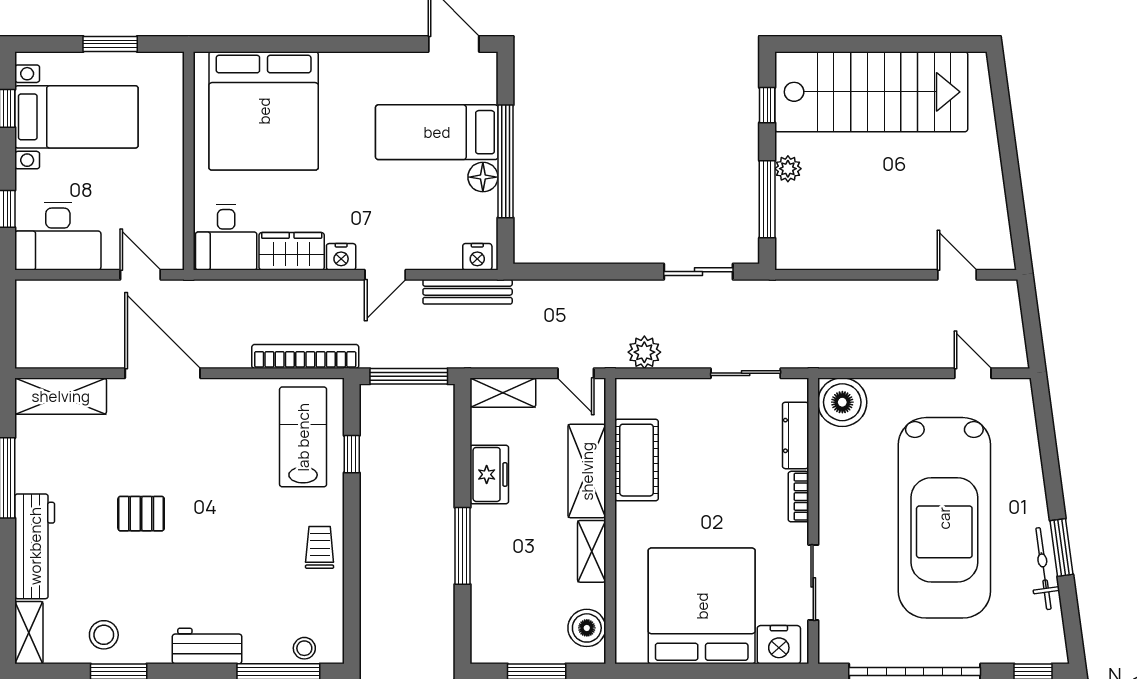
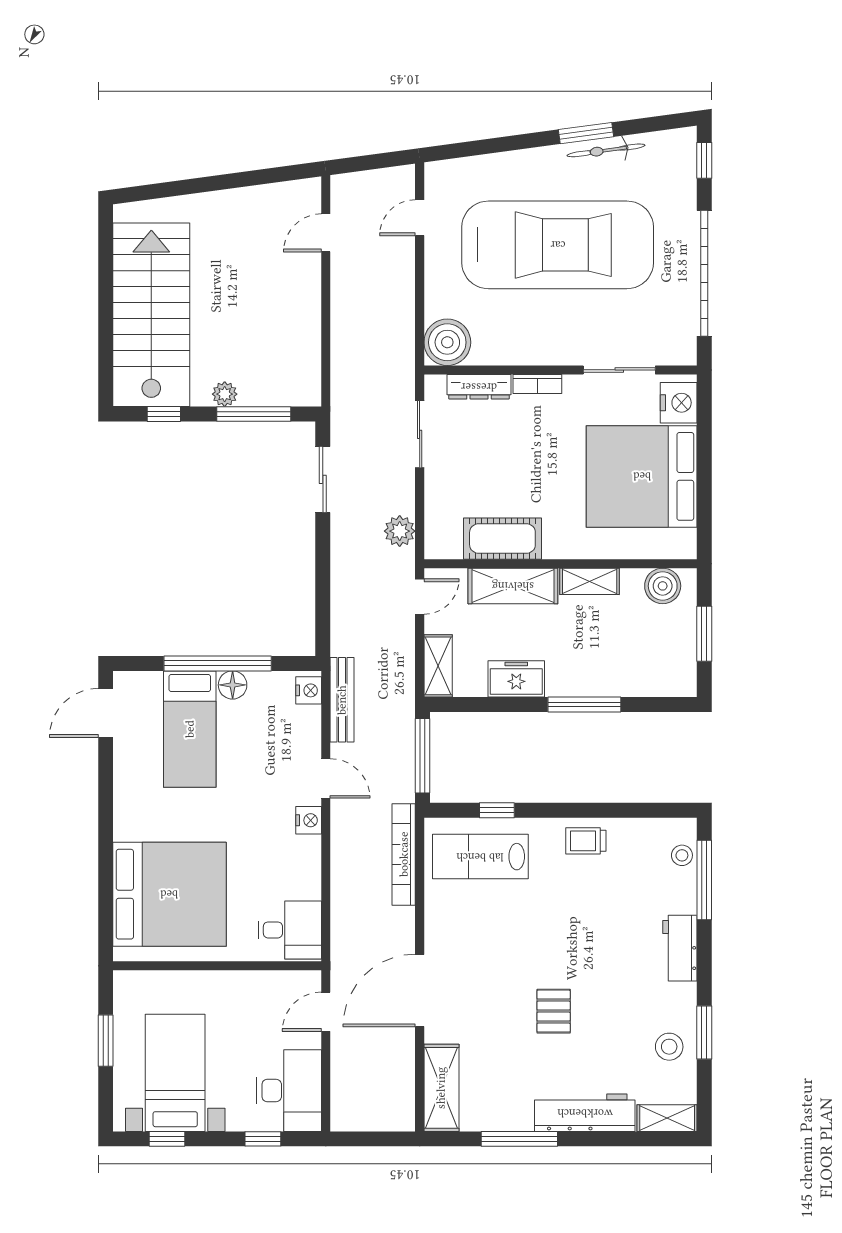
wardrobe: (292, 251) -> (303, 867), removed

